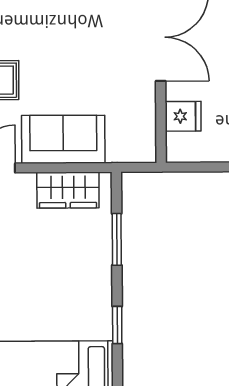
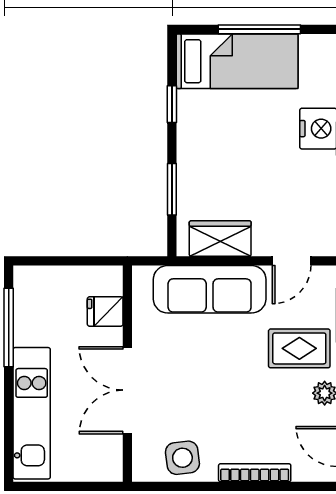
sofa: (63, 139) -> (210, 289), width x1.36

